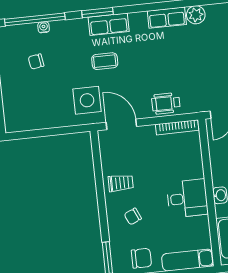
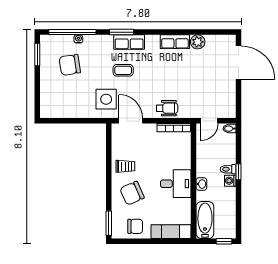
chair: (36, 62) -> (70, 65), width x1.87, depth x1.87
wheelchair: (166, 103) -> (167, 108), turned 180
chair: (133, 216) -> (132, 193), width x1.87, depth x1.87

